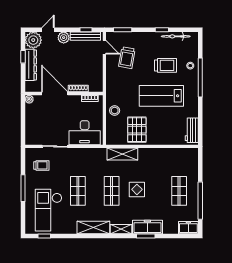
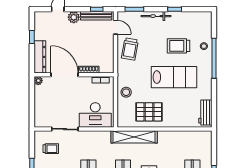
bicycle: (176, 36) -> (156, 16), moved
plant: (33, 40) -> (42, 20), removed
trolley: (127, 58) -> (130, 49), moved
dresser: (31, 65) -> (40, 57), moved
trolley: (166, 65) -> (178, 46), turned 180
lab bench: (161, 96) -> (174, 77), turned 180
pallet: (137, 130) -> (149, 112), turned 90
shelving: (122, 154) -> (134, 137), width x1.47

